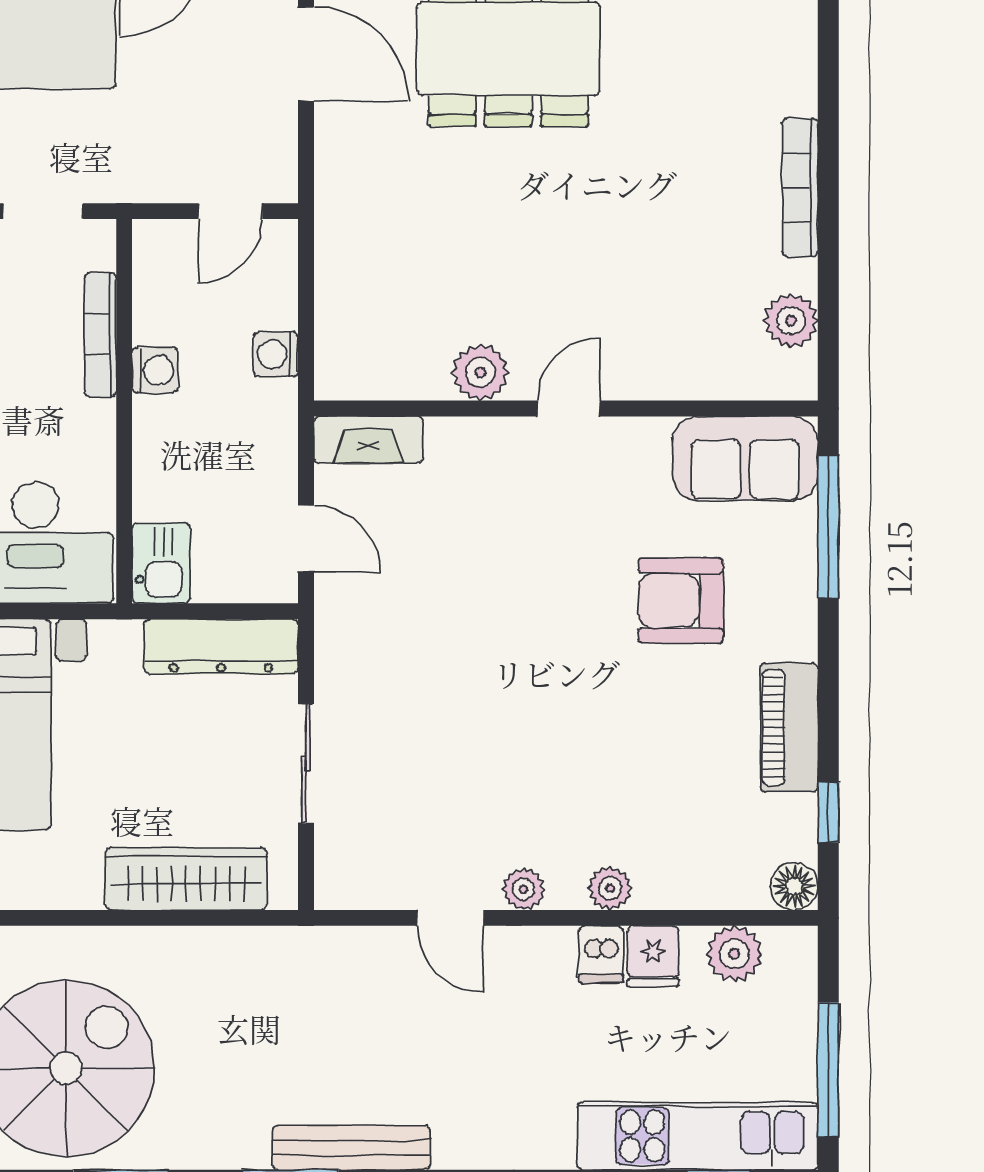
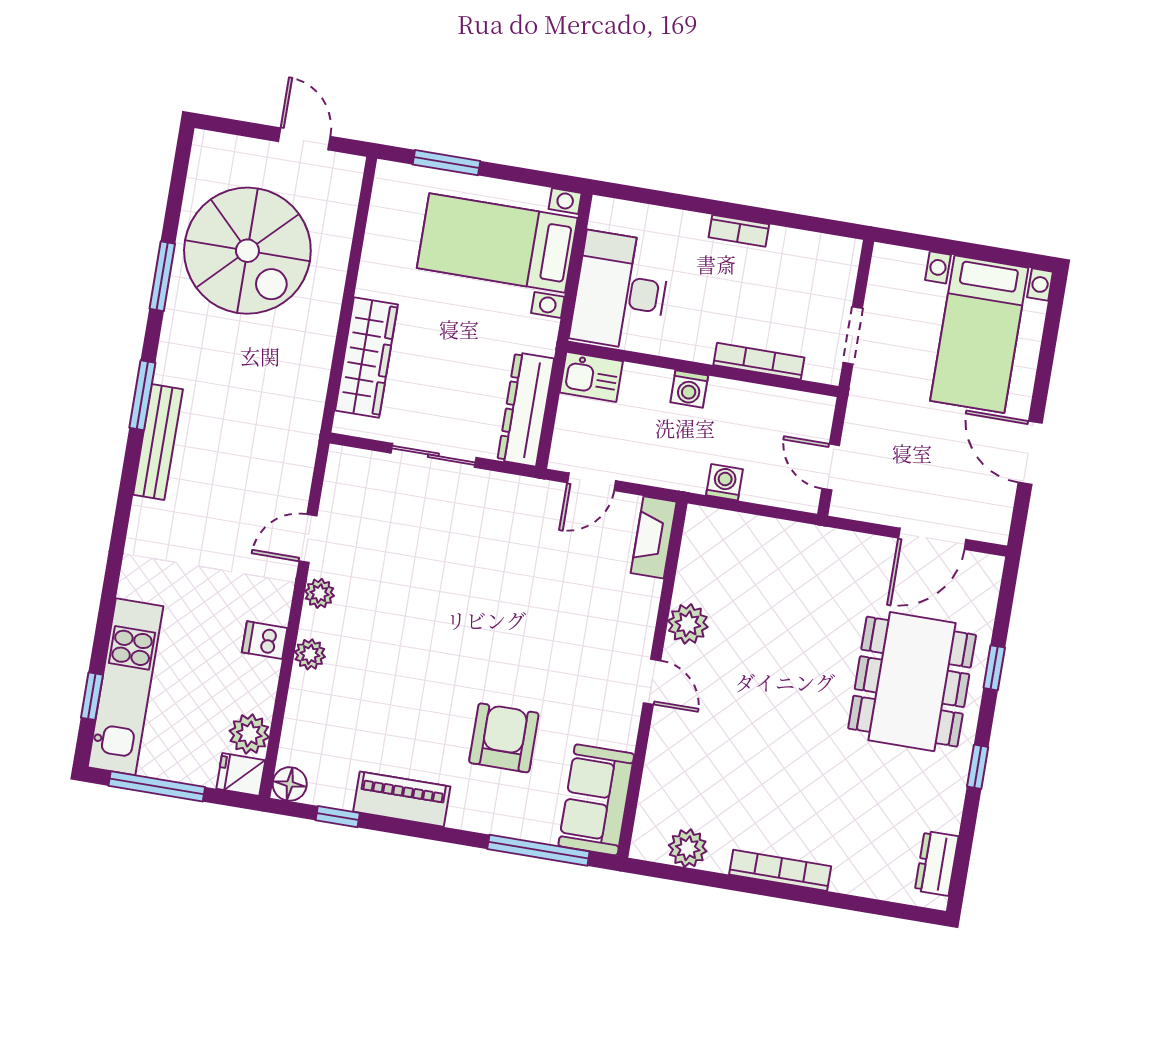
washing machine: (155, 370) -> (689, 389), moved
fridge: (653, 956) -> (241, 774), moved

